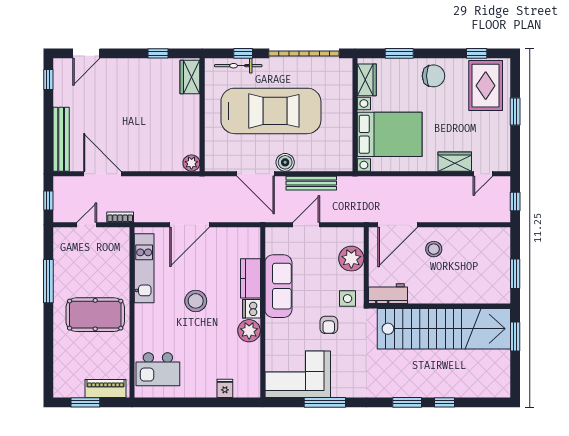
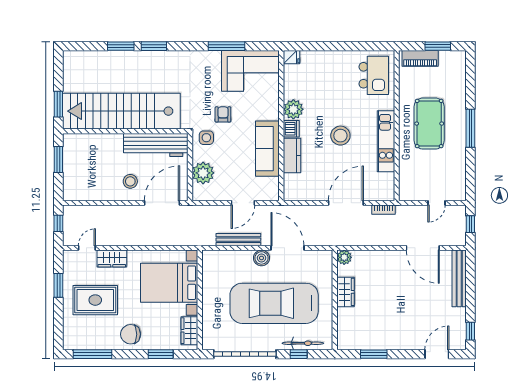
window: (158, 53) -> (374, 354), width x1.50
window: (477, 53) -> (92, 354), width x2.17
wardrobe: (190, 77) -> (345, 292), moved
rug: (486, 86) -> (95, 300), moved, turned 90
window: (515, 111) -> (58, 285), moved
bookcase: (120, 217) -> (383, 210), moved
kitchen unit: (144, 268) -> (386, 141), moved
window: (48, 281) -> (470, 128), moved
workbench: (388, 294) -> (156, 145), width x1.88, depth x1.32
pool table: (95, 315) -> (429, 124), turned 90
kitchen island: (158, 369) -> (374, 75), turned 90
fridge: (225, 388) -> (292, 57), moved, turned -90
window: (445, 402) -> (121, 46), width x1.50

